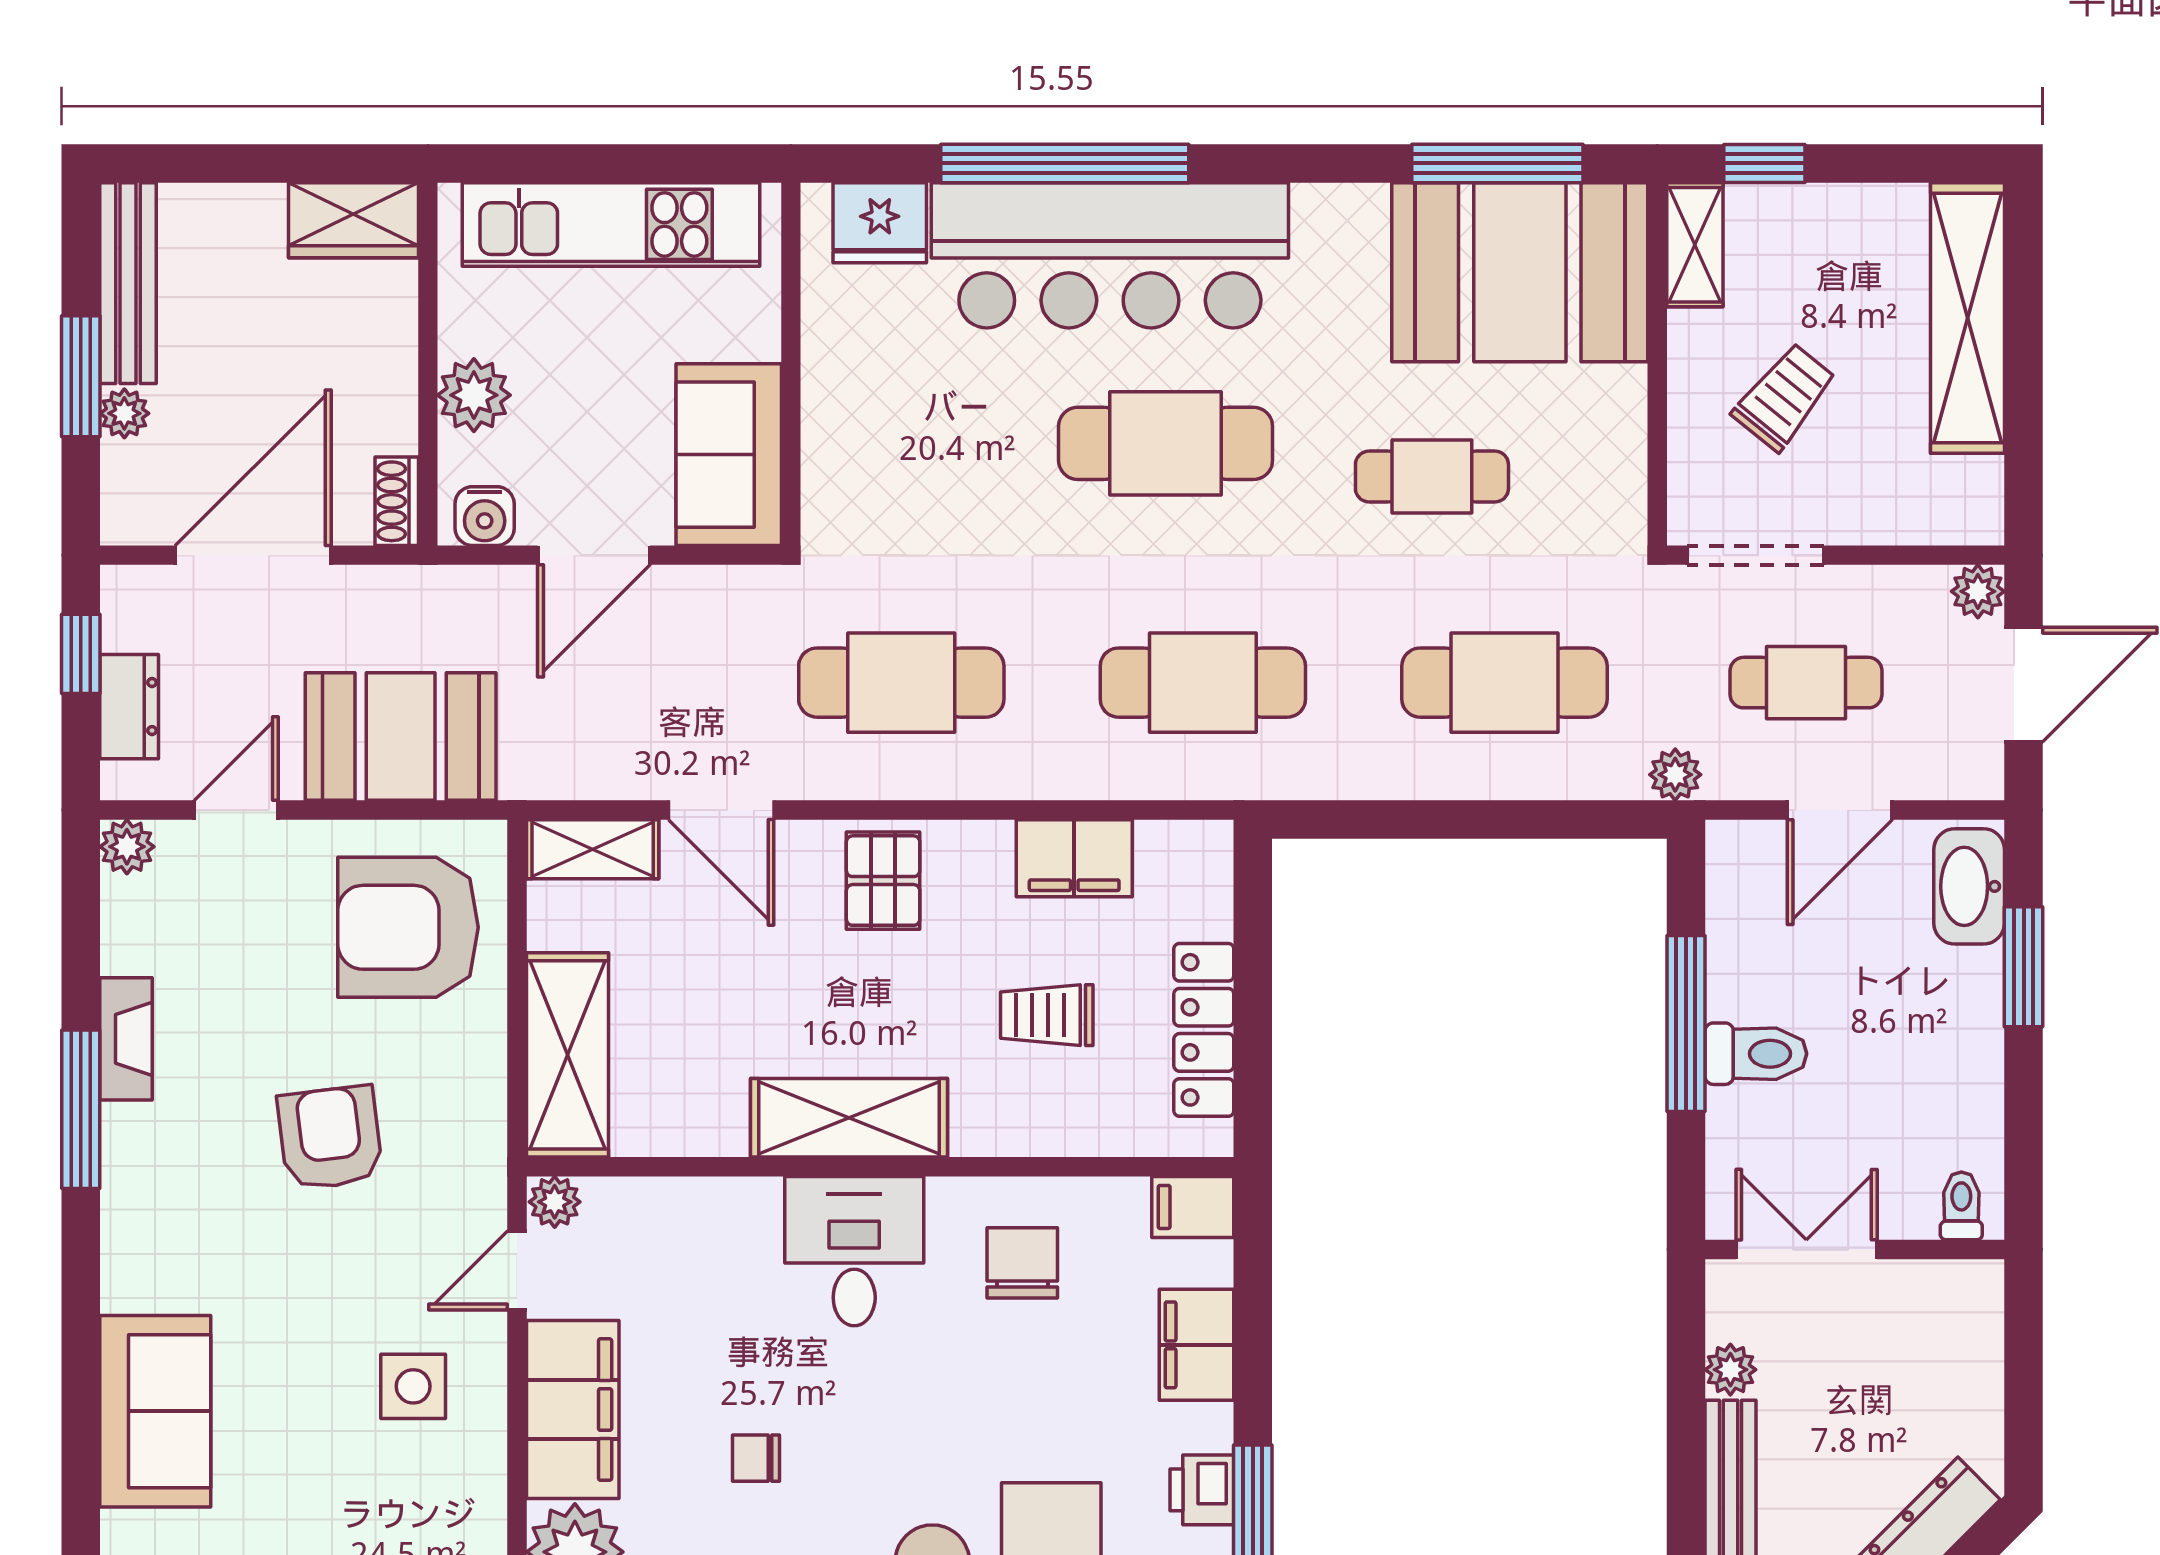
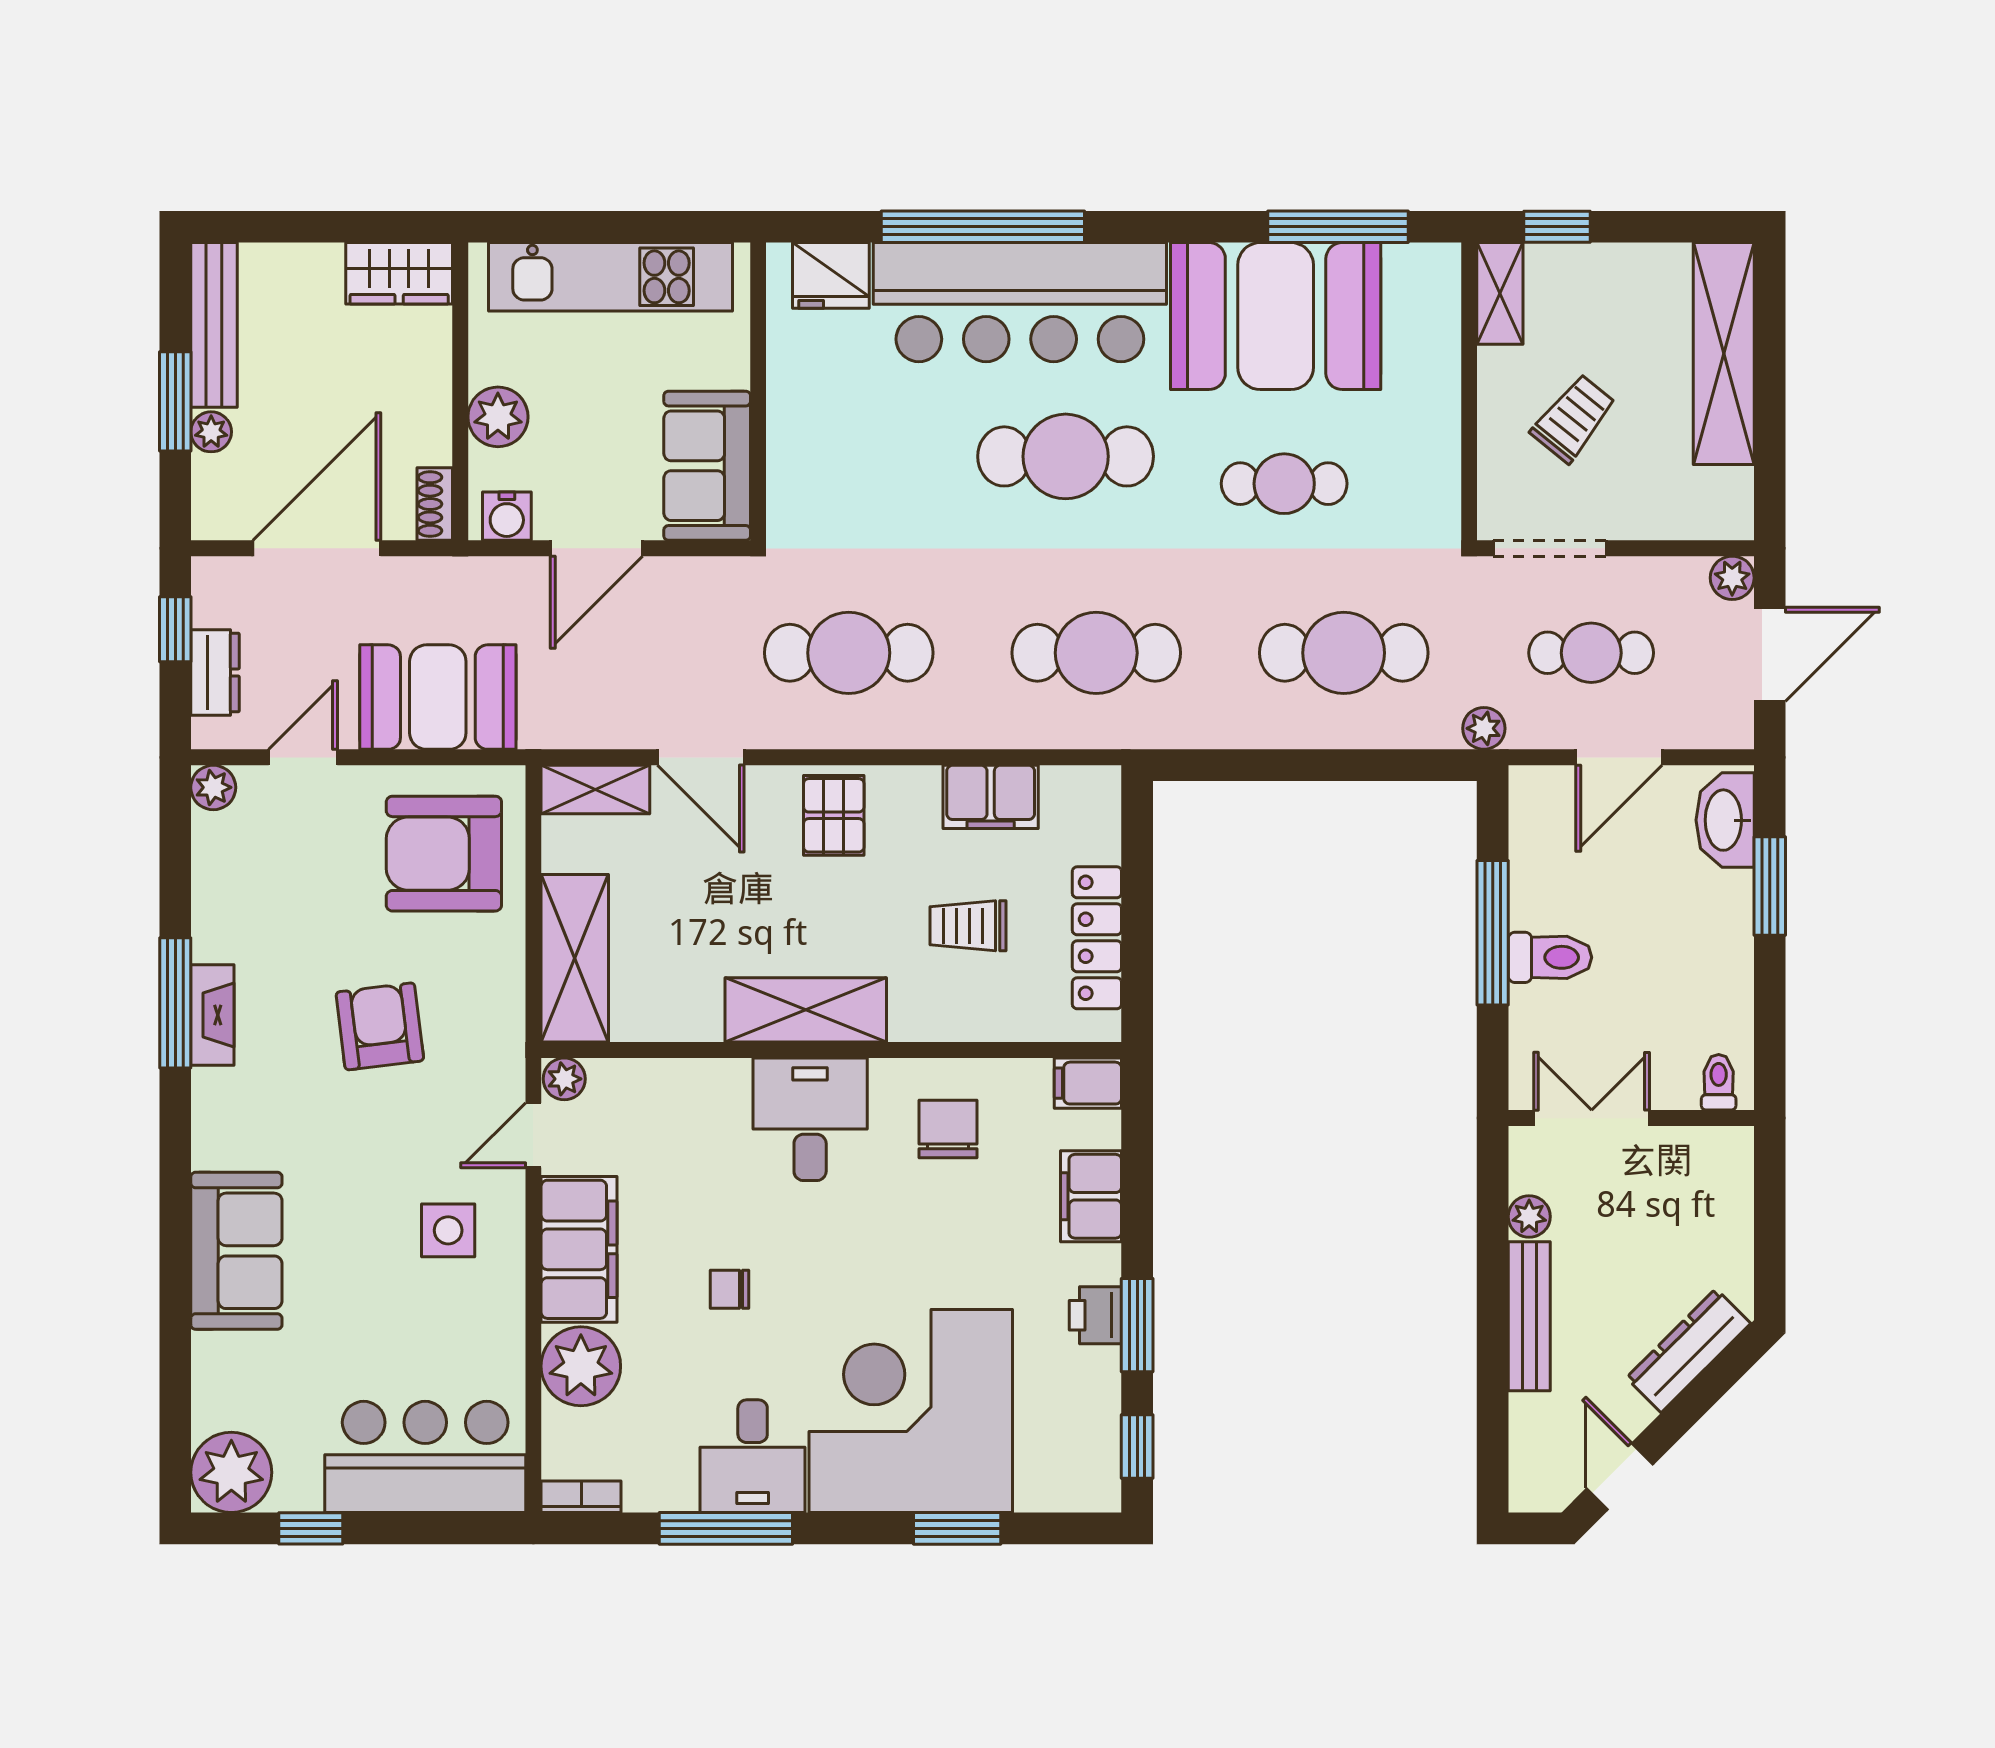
booth: (1520, 272) -> (1276, 316), moved
fireplace: (126, 1039) -> (212, 1015), moved

